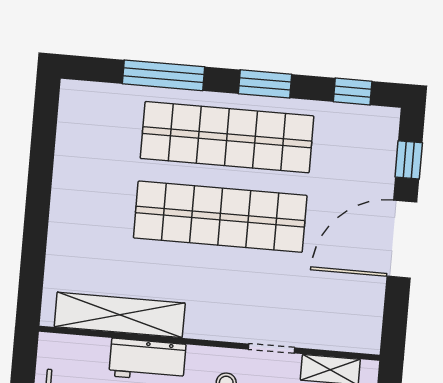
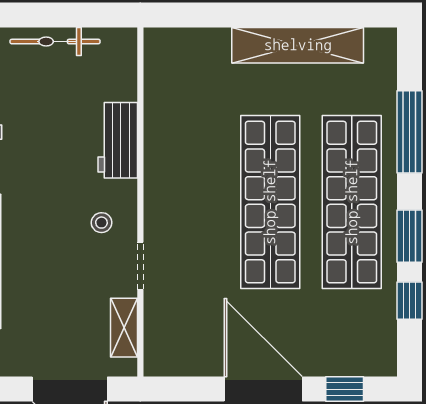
window: (353, 91) -> (409, 301), moved
shelving: (120, 315) -> (298, 45), moved, turned 90

